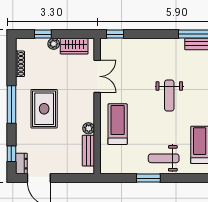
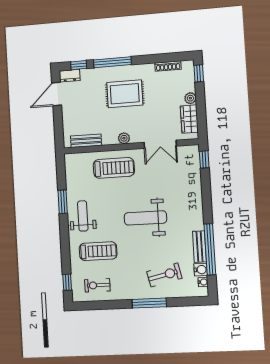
window: (43, 34) -> (199, 73), moved
weight bench: (169, 95) -> (145, 218), width x1.36, depth x1.33
window: (11, 105) -> (112, 62), moved
plant: (89, 128) -> (124, 138), moved

